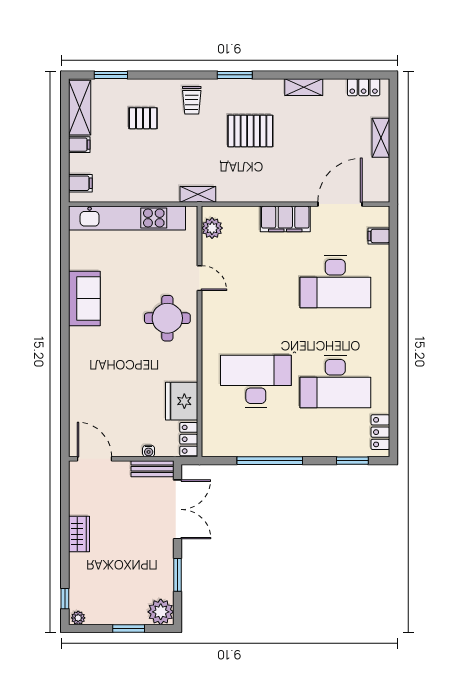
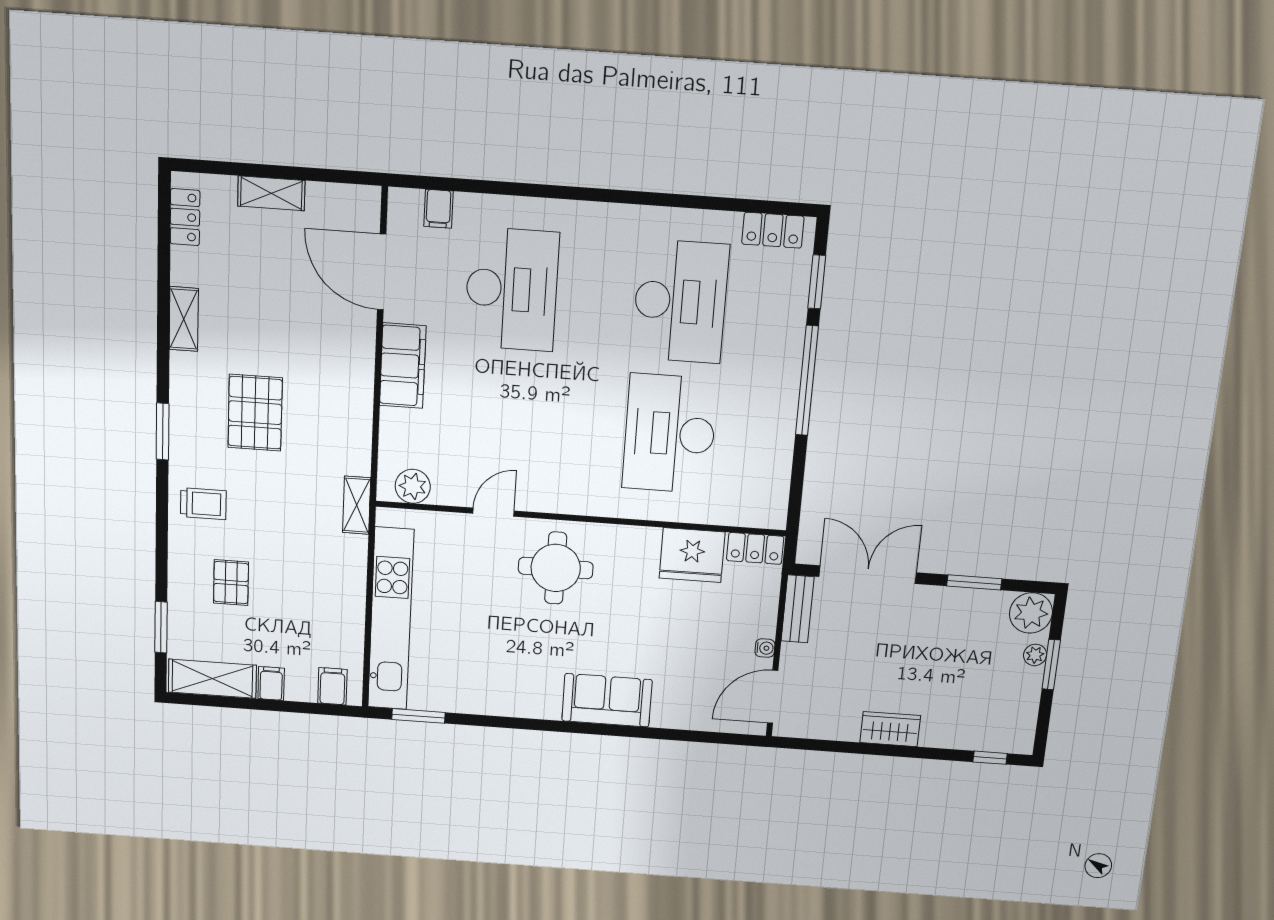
window: (65, 238) -> (418, 716), added
sofa: (84, 299) -> (607, 700), moved
water cooler: (149, 451) -> (765, 648), moved
window: (270, 461) -> (807, 381), moved
plant: (78, 618) -> (1035, 655), moved

